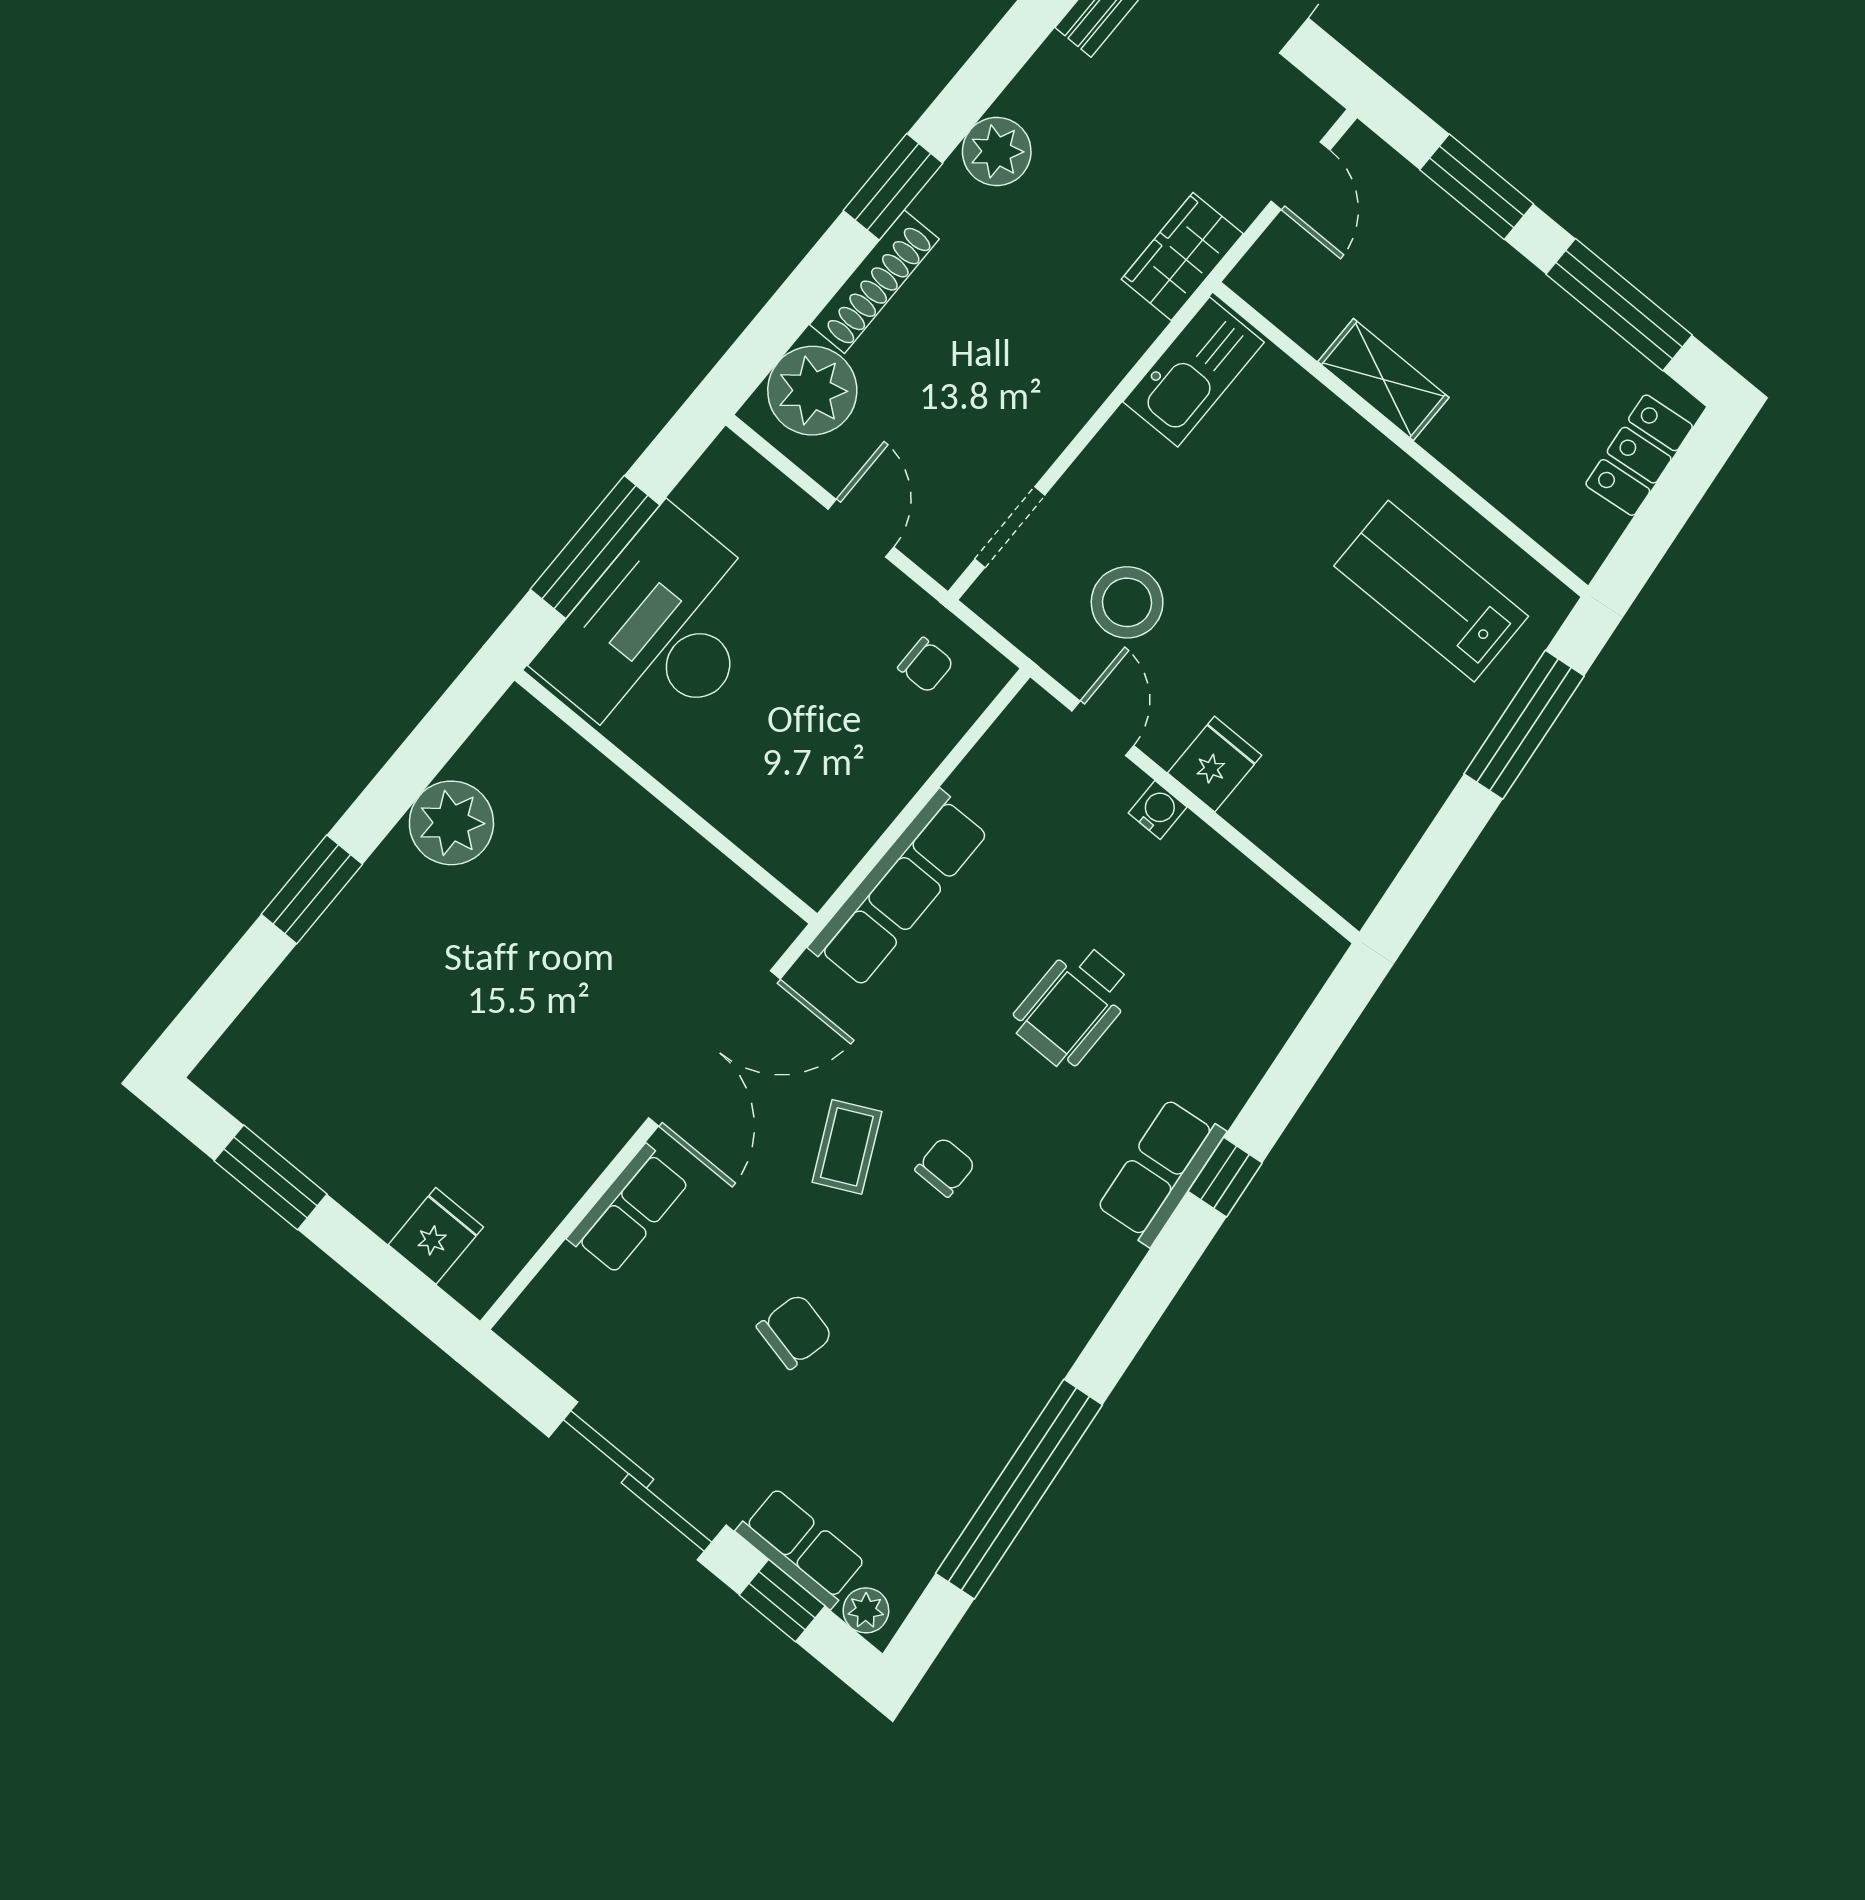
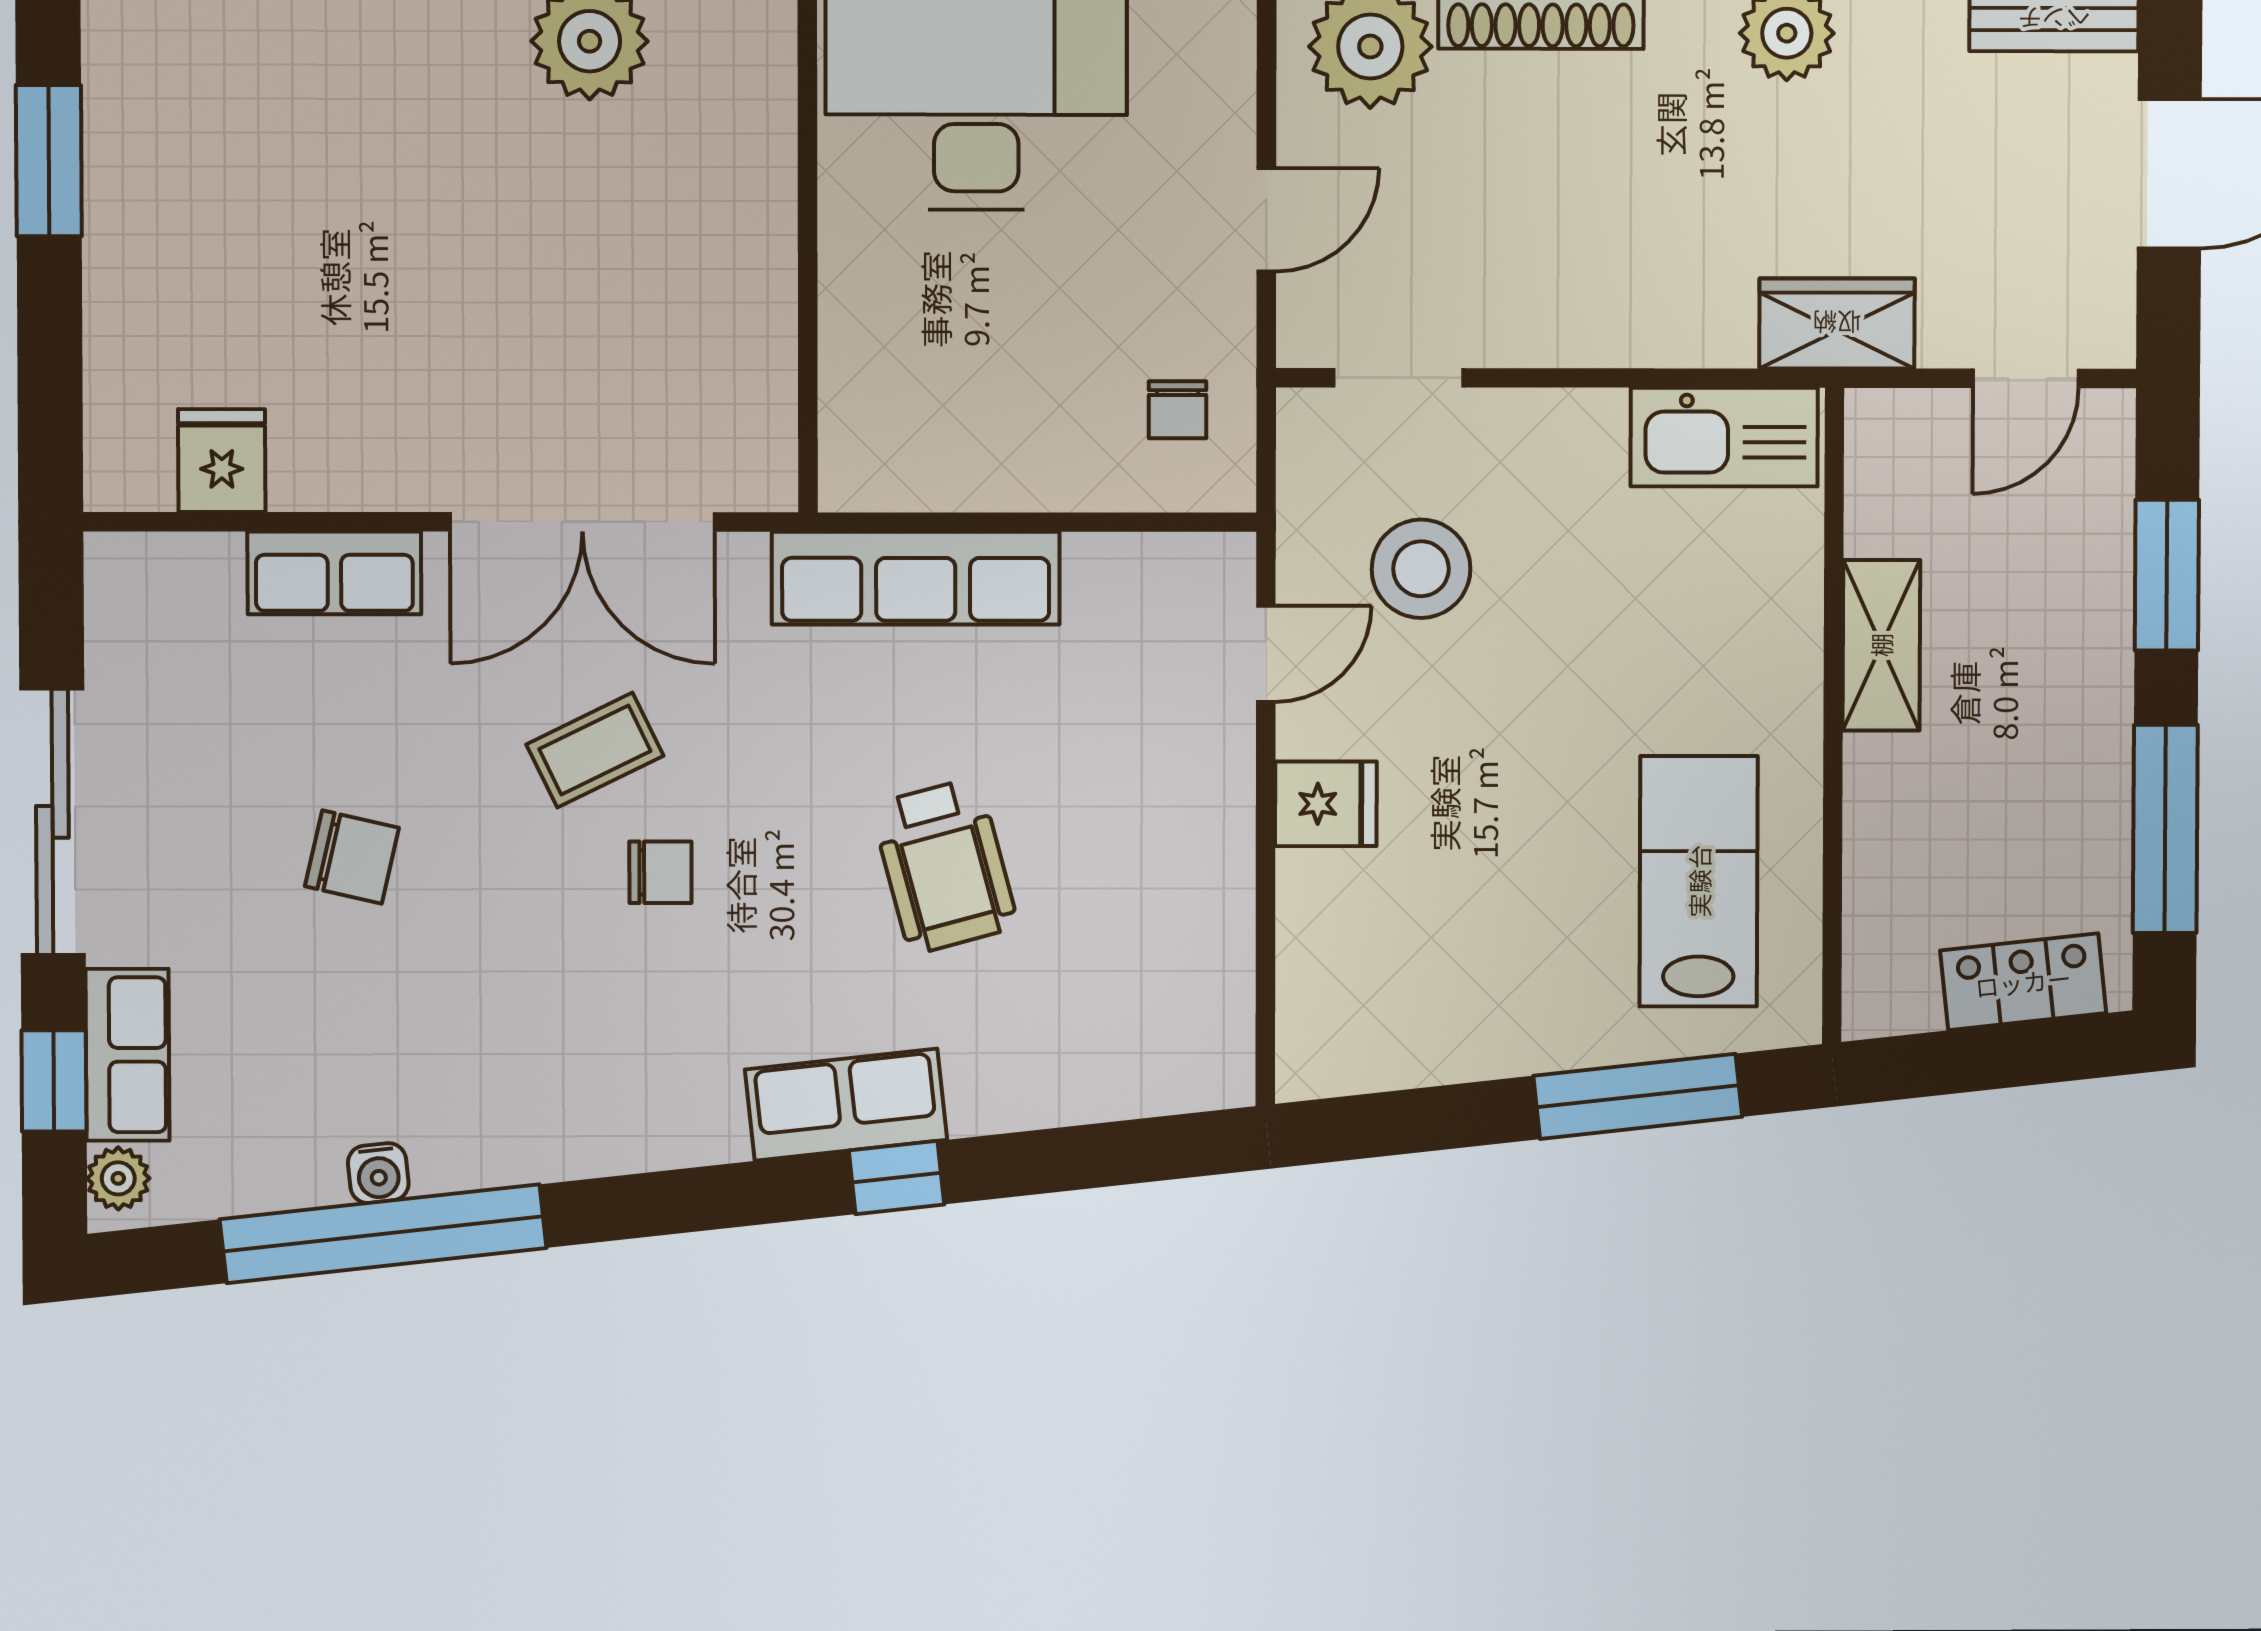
water cooler: (1158, 810) -> (378, 1173), moved, turned 84
wheelchair: (1073, 1006) -> (944, 866), turned -105
fridge: (436, 1236) -> (222, 461), moved, turned -90

